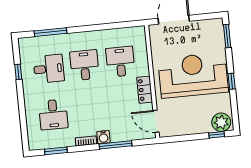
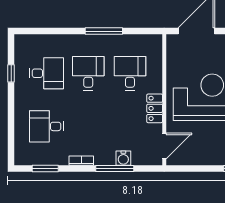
window: (50, 32) -> (104, 31), moved
desk: (53, 114) -> (46, 126), turned 90
door: (156, 121) -> (164, 146), swing flipped
water cooler: (103, 137) -> (123, 158), moved

